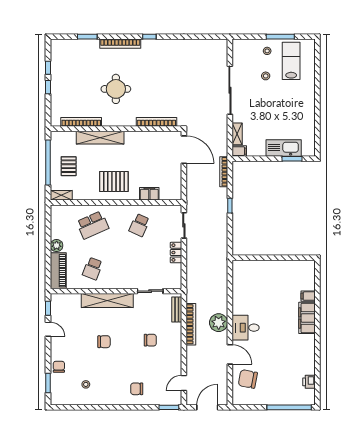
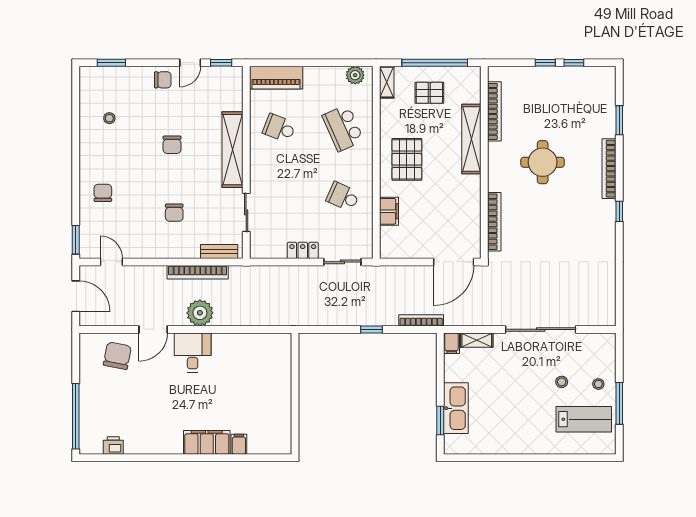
plant: (57, 246) -> (355, 75), moved
chair: (59, 367) -> (163, 80), moved

